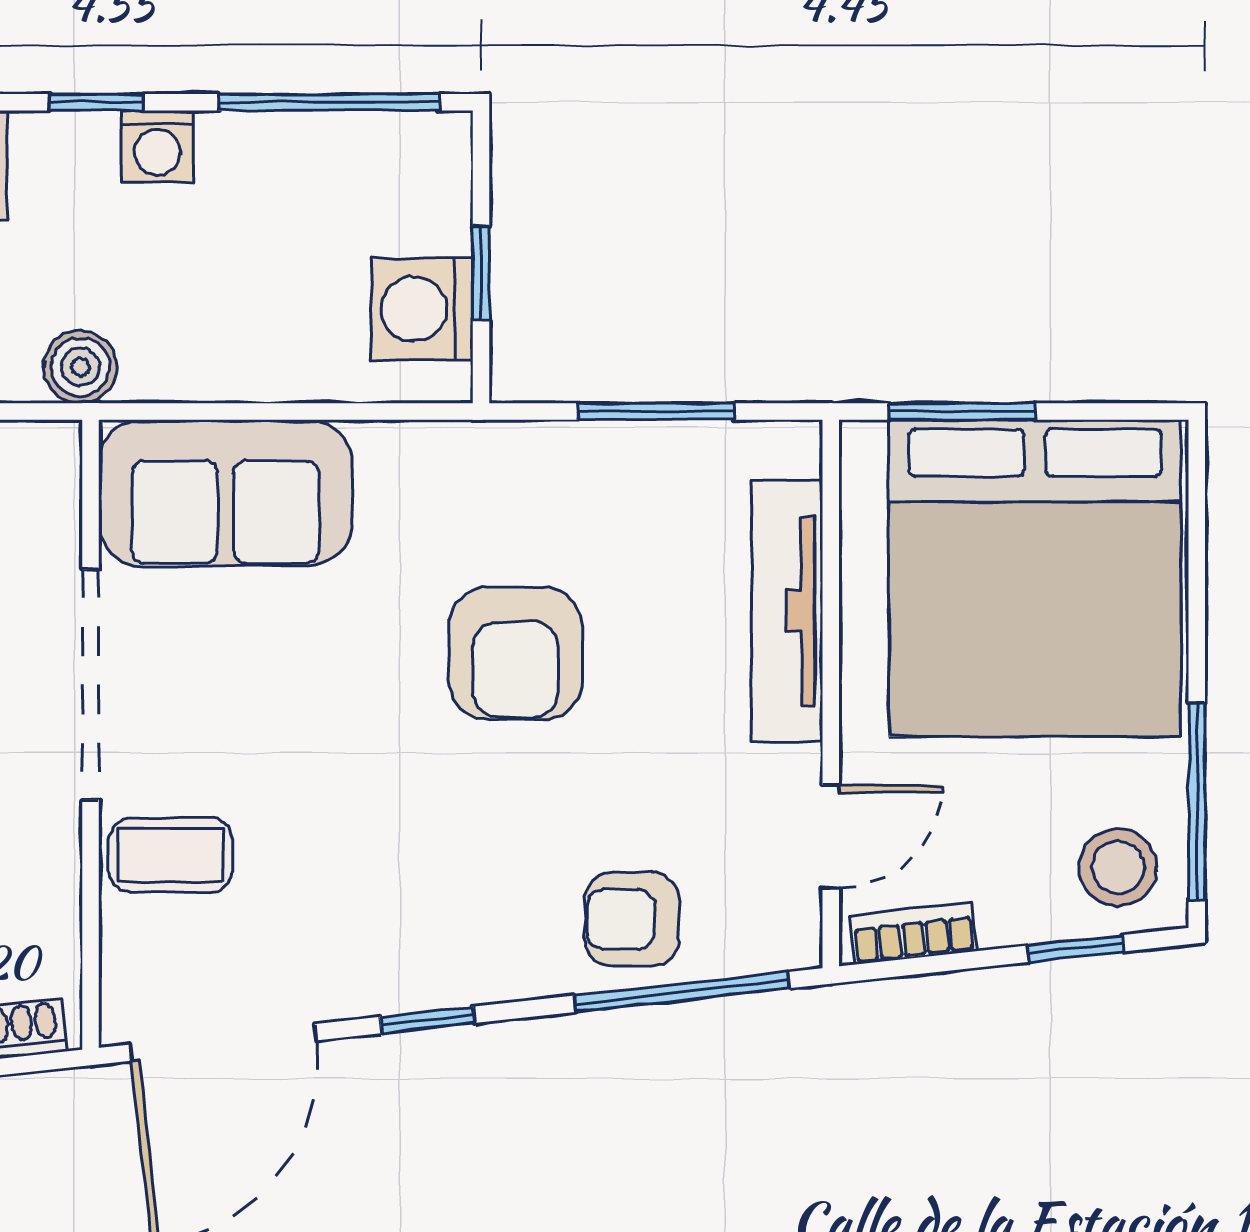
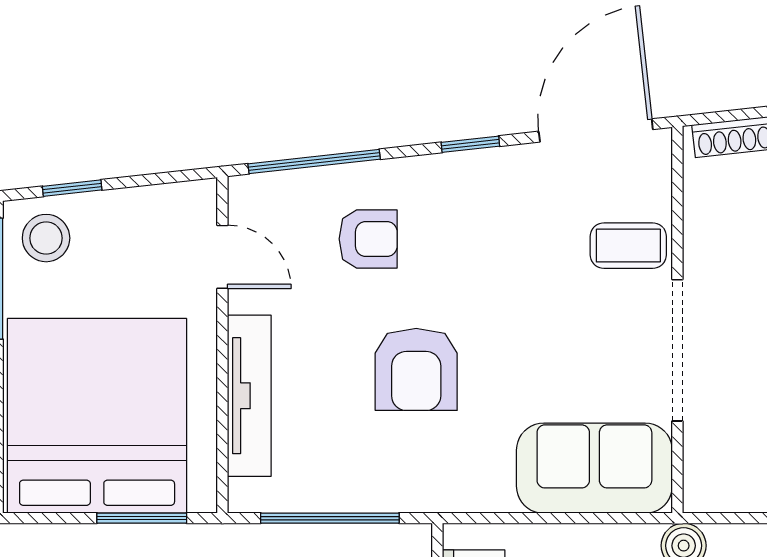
window: (656, 411) -> (330, 518), width x1.44
armchair: (516, 653) -> (416, 369), turned 180
door: (831, 837) -> (222, 257), swing flipped
armchair: (632, 919) -> (368, 239), moved
bookcase: (913, 933) -> (172, 197), removed

